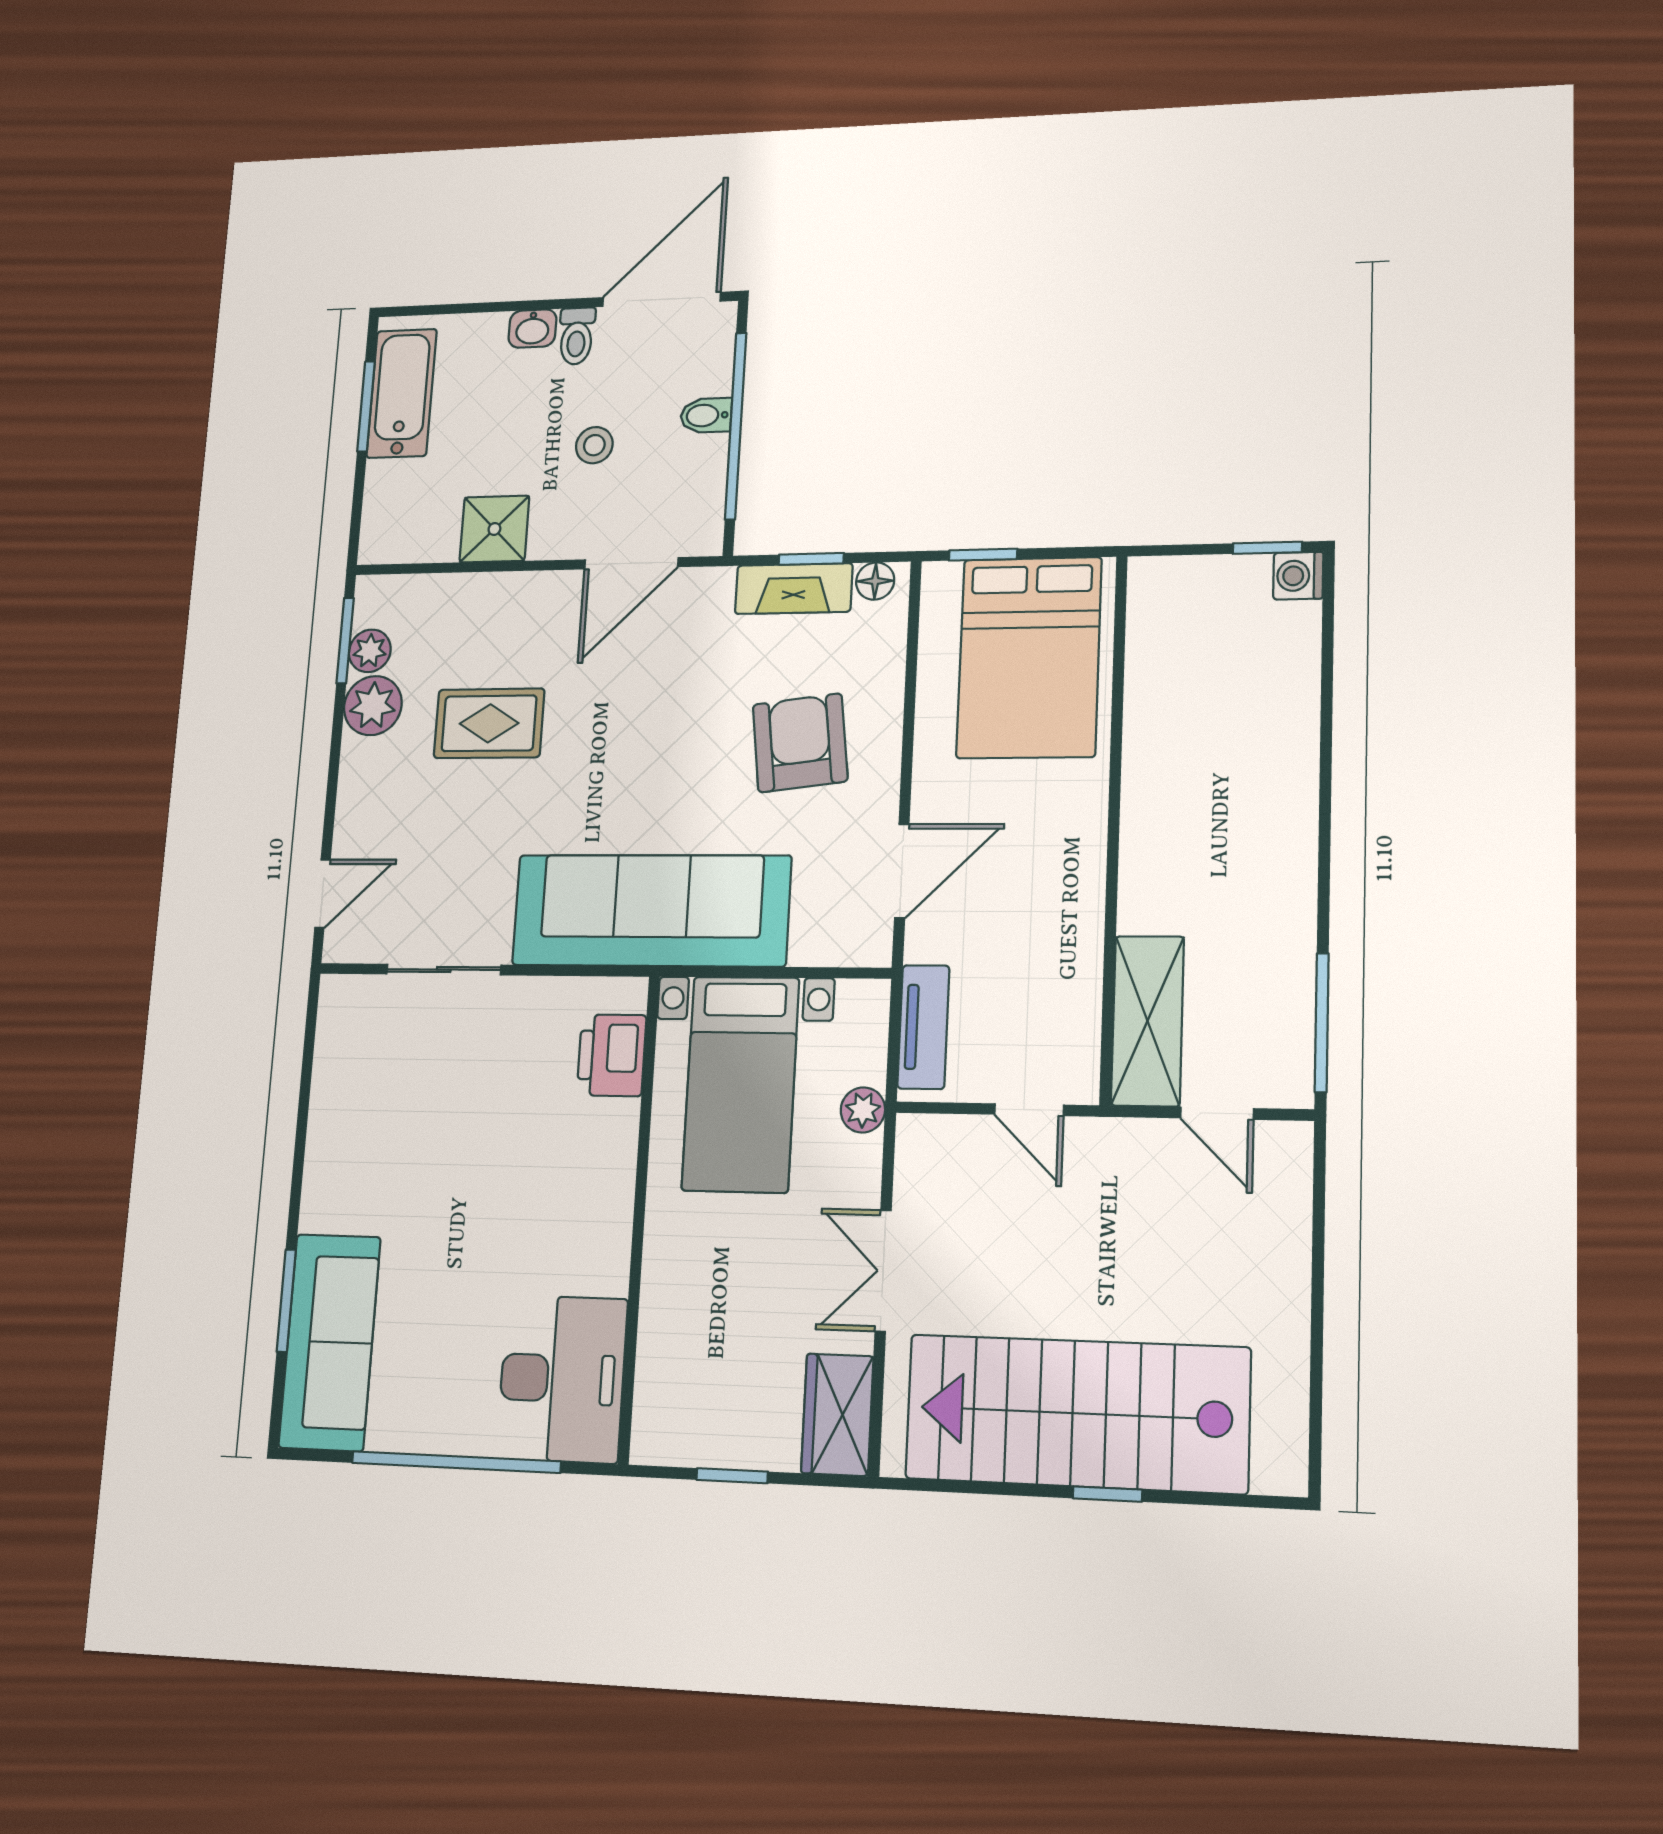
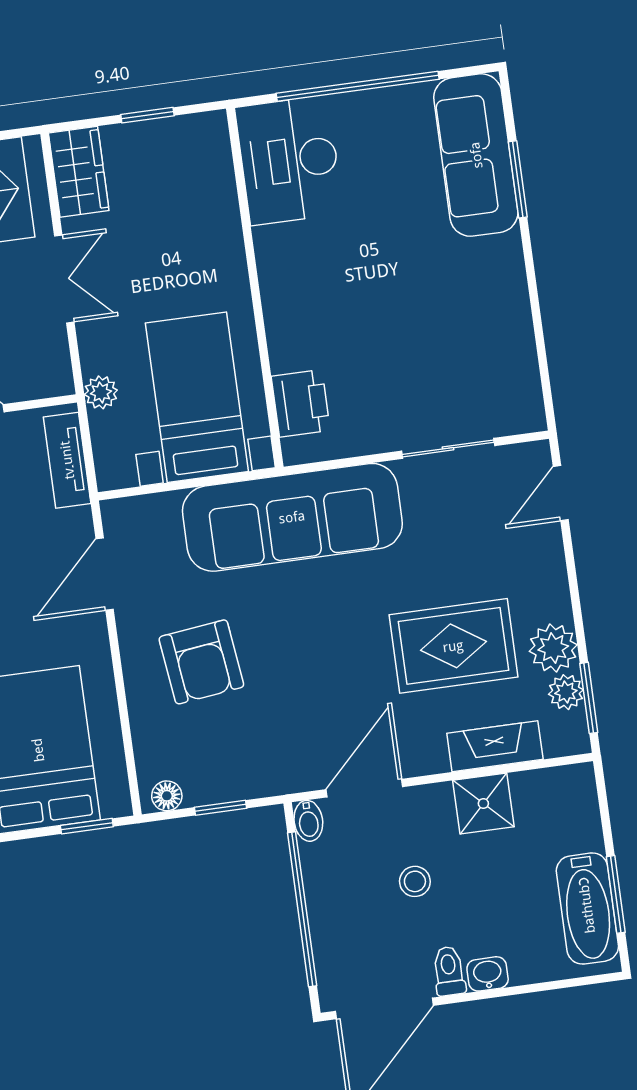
bidet: (706, 415) -> (308, 821), moved, turned 90
fireplace: (794, 589) -> (495, 746), moved
rug: (489, 723) -> (453, 646), width x1.36, depth x1.43

